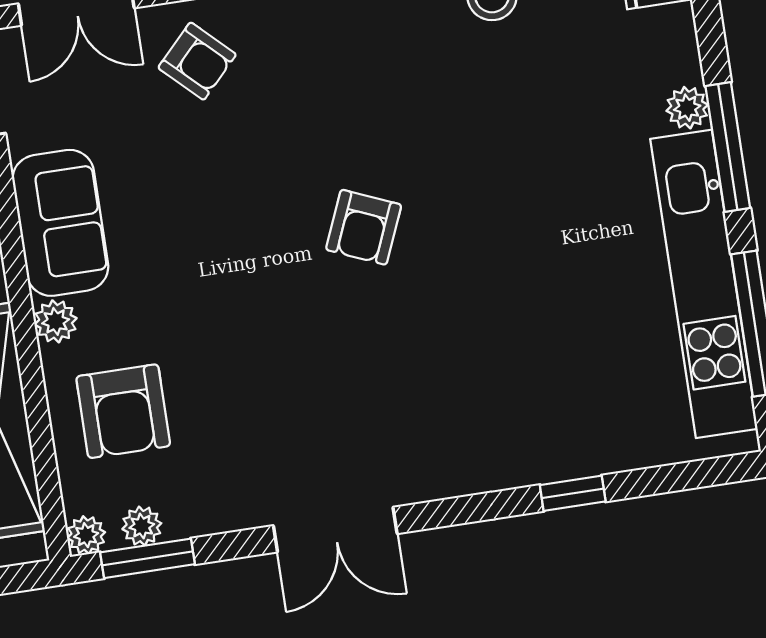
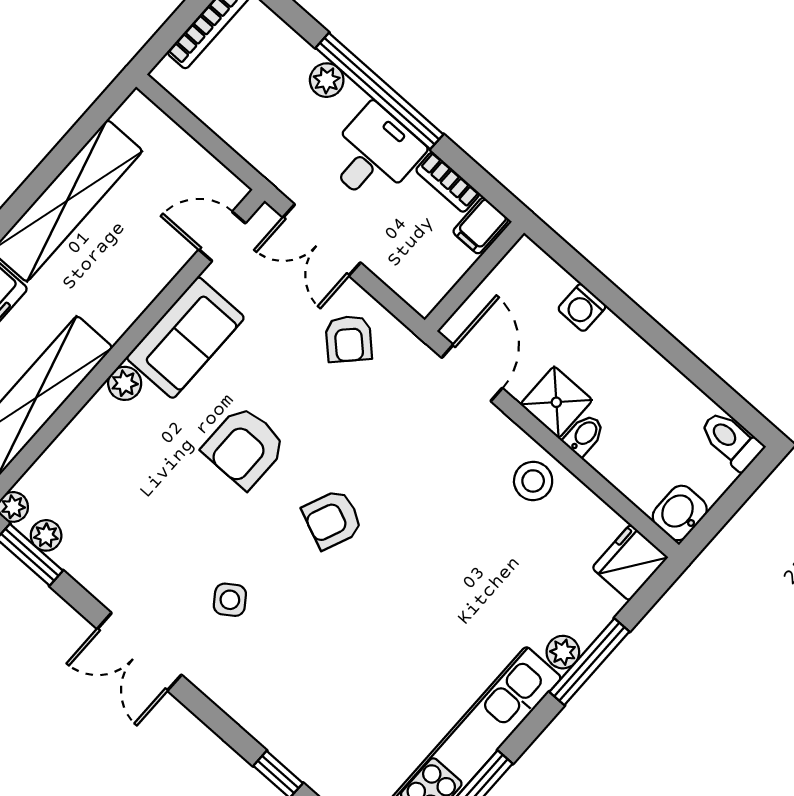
window: (728, 147) -> (589, 662), moved
side table: (359, 396) -> (230, 600), added
armchair: (123, 411) -> (244, 447), moved

